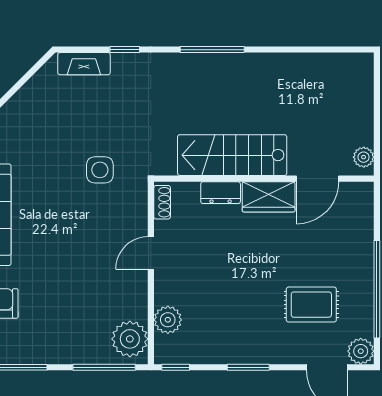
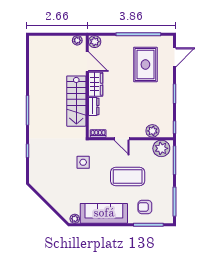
fireplace: (84, 64) -> (34, 170), removed
coffee table: (69, 266) -> (128, 177), added
rug: (311, 305) -> (145, 64), width x1.36, depth x1.43
plant: (361, 351) -> (95, 42), moved

